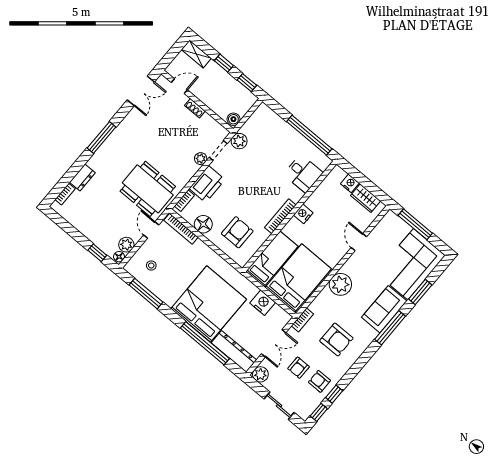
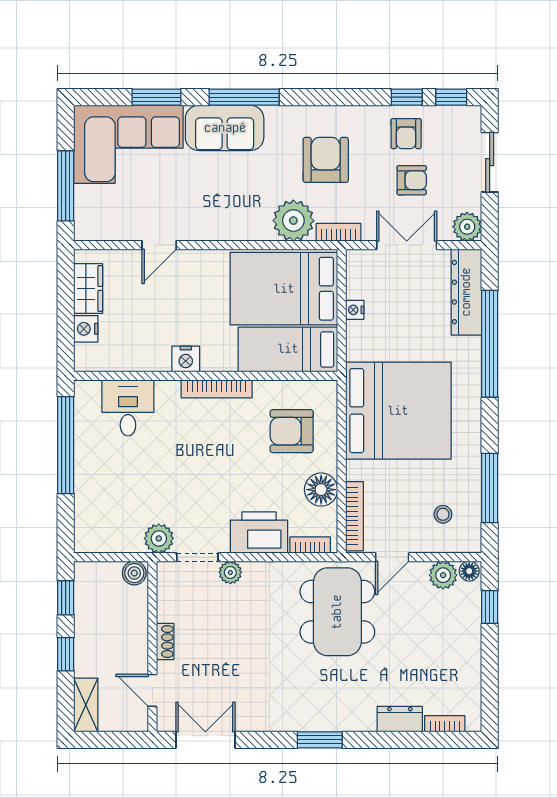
window: (102, 138) -> (320, 740), width x0.69
plant: (340, 284) -> (293, 221), moved
nightstand: (263, 303) -> (355, 310), width x0.53, depth x0.56
bed: (209, 304) -> (398, 411), moved, turned 180

